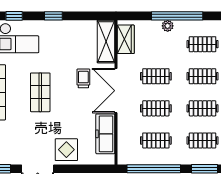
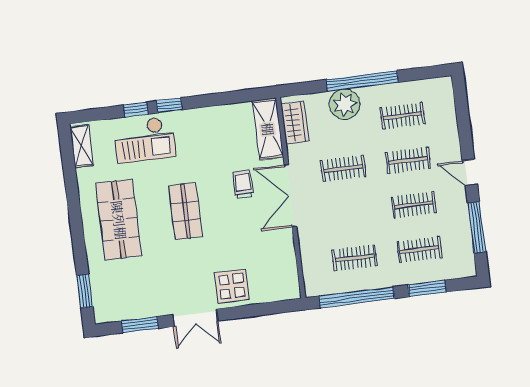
window: (53, 16) -> (169, 105), moved
plant: (168, 26) -> (345, 104), width x1.88, depth x1.88
clothes rail: (156, 108) -> (349, 213), removed
freezer: (105, 134) -> (283, 257), removed

